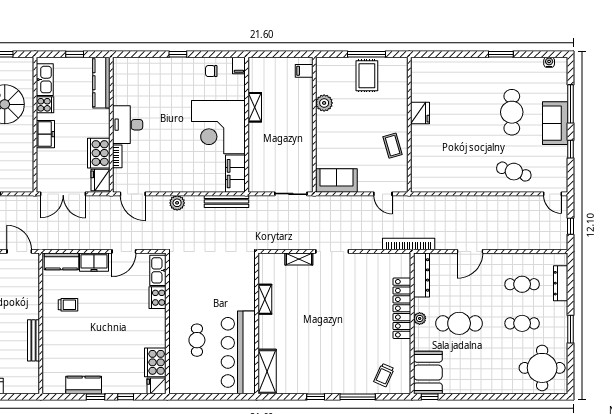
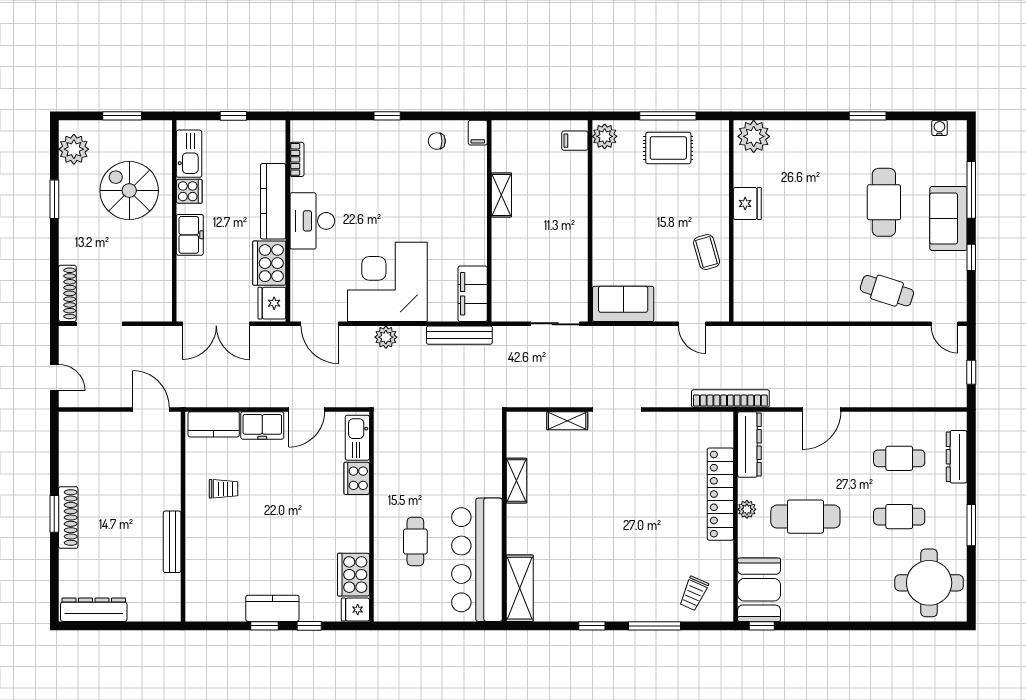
plant: (424, 68) -> (754, 136), added
rug: (367, 76) -> (668, 148), turned 90
kitchen counter: (101, 83) -> (273, 201), moved
plant: (324, 103) -> (605, 136), moved
corner desk: (218, 127) -> (387, 282), moved, turned 90
bookcase: (117, 156) -> (297, 159), moved
kitchen counter: (84, 385) -> (272, 608), moved

